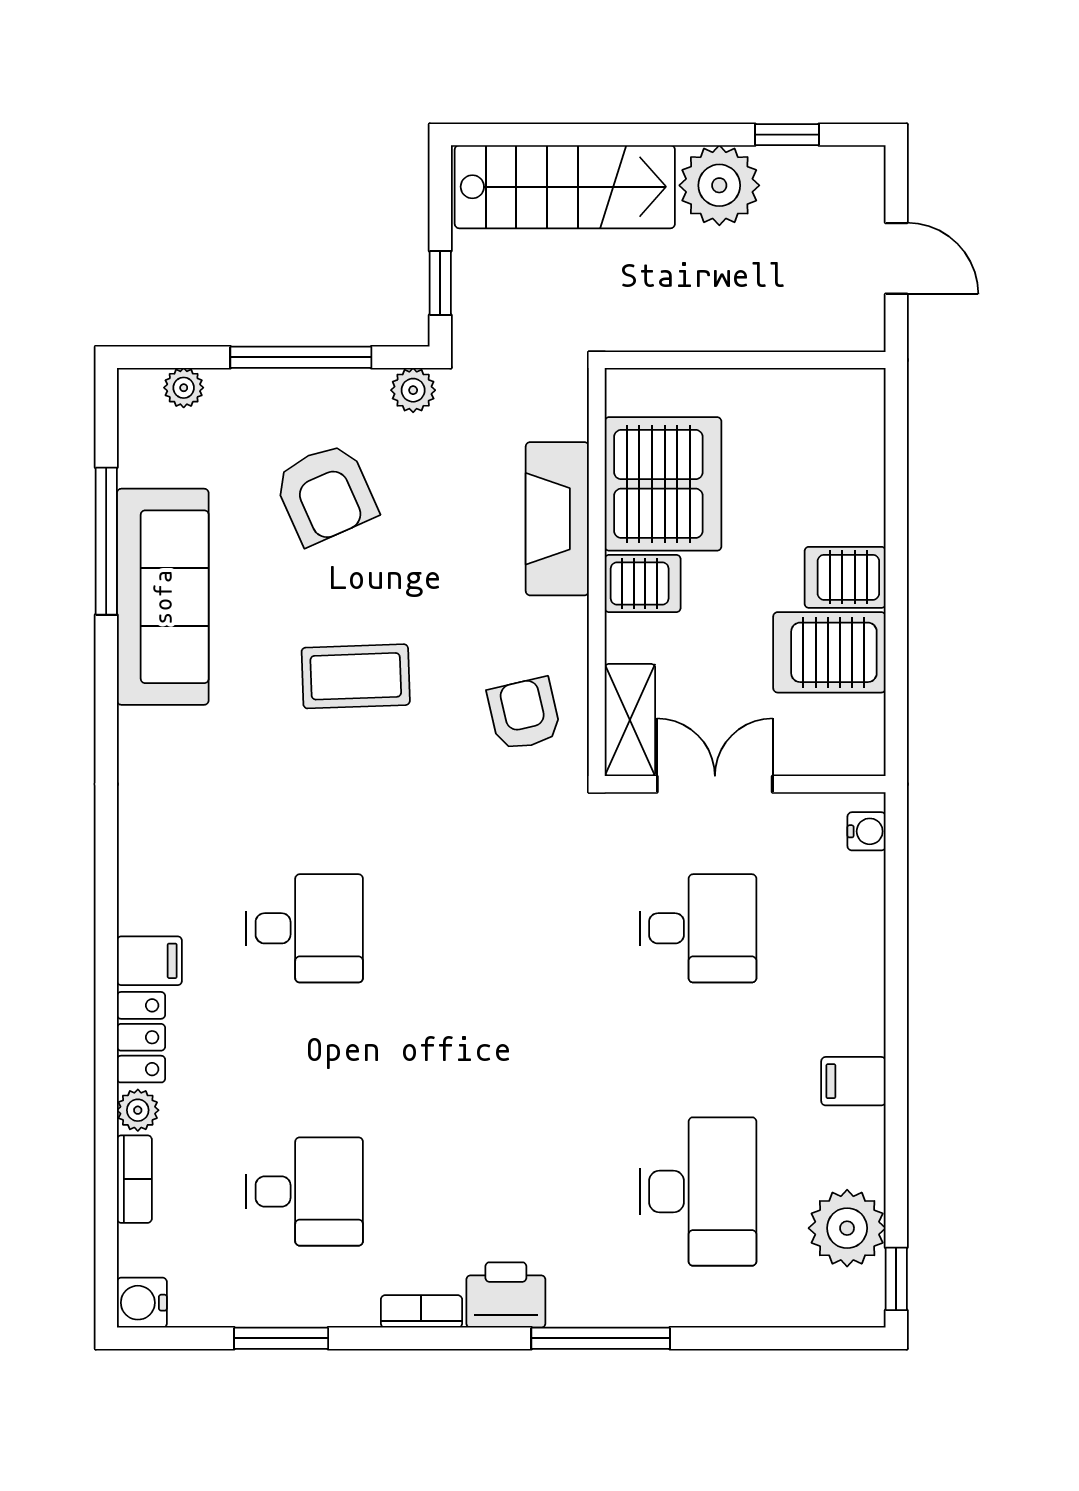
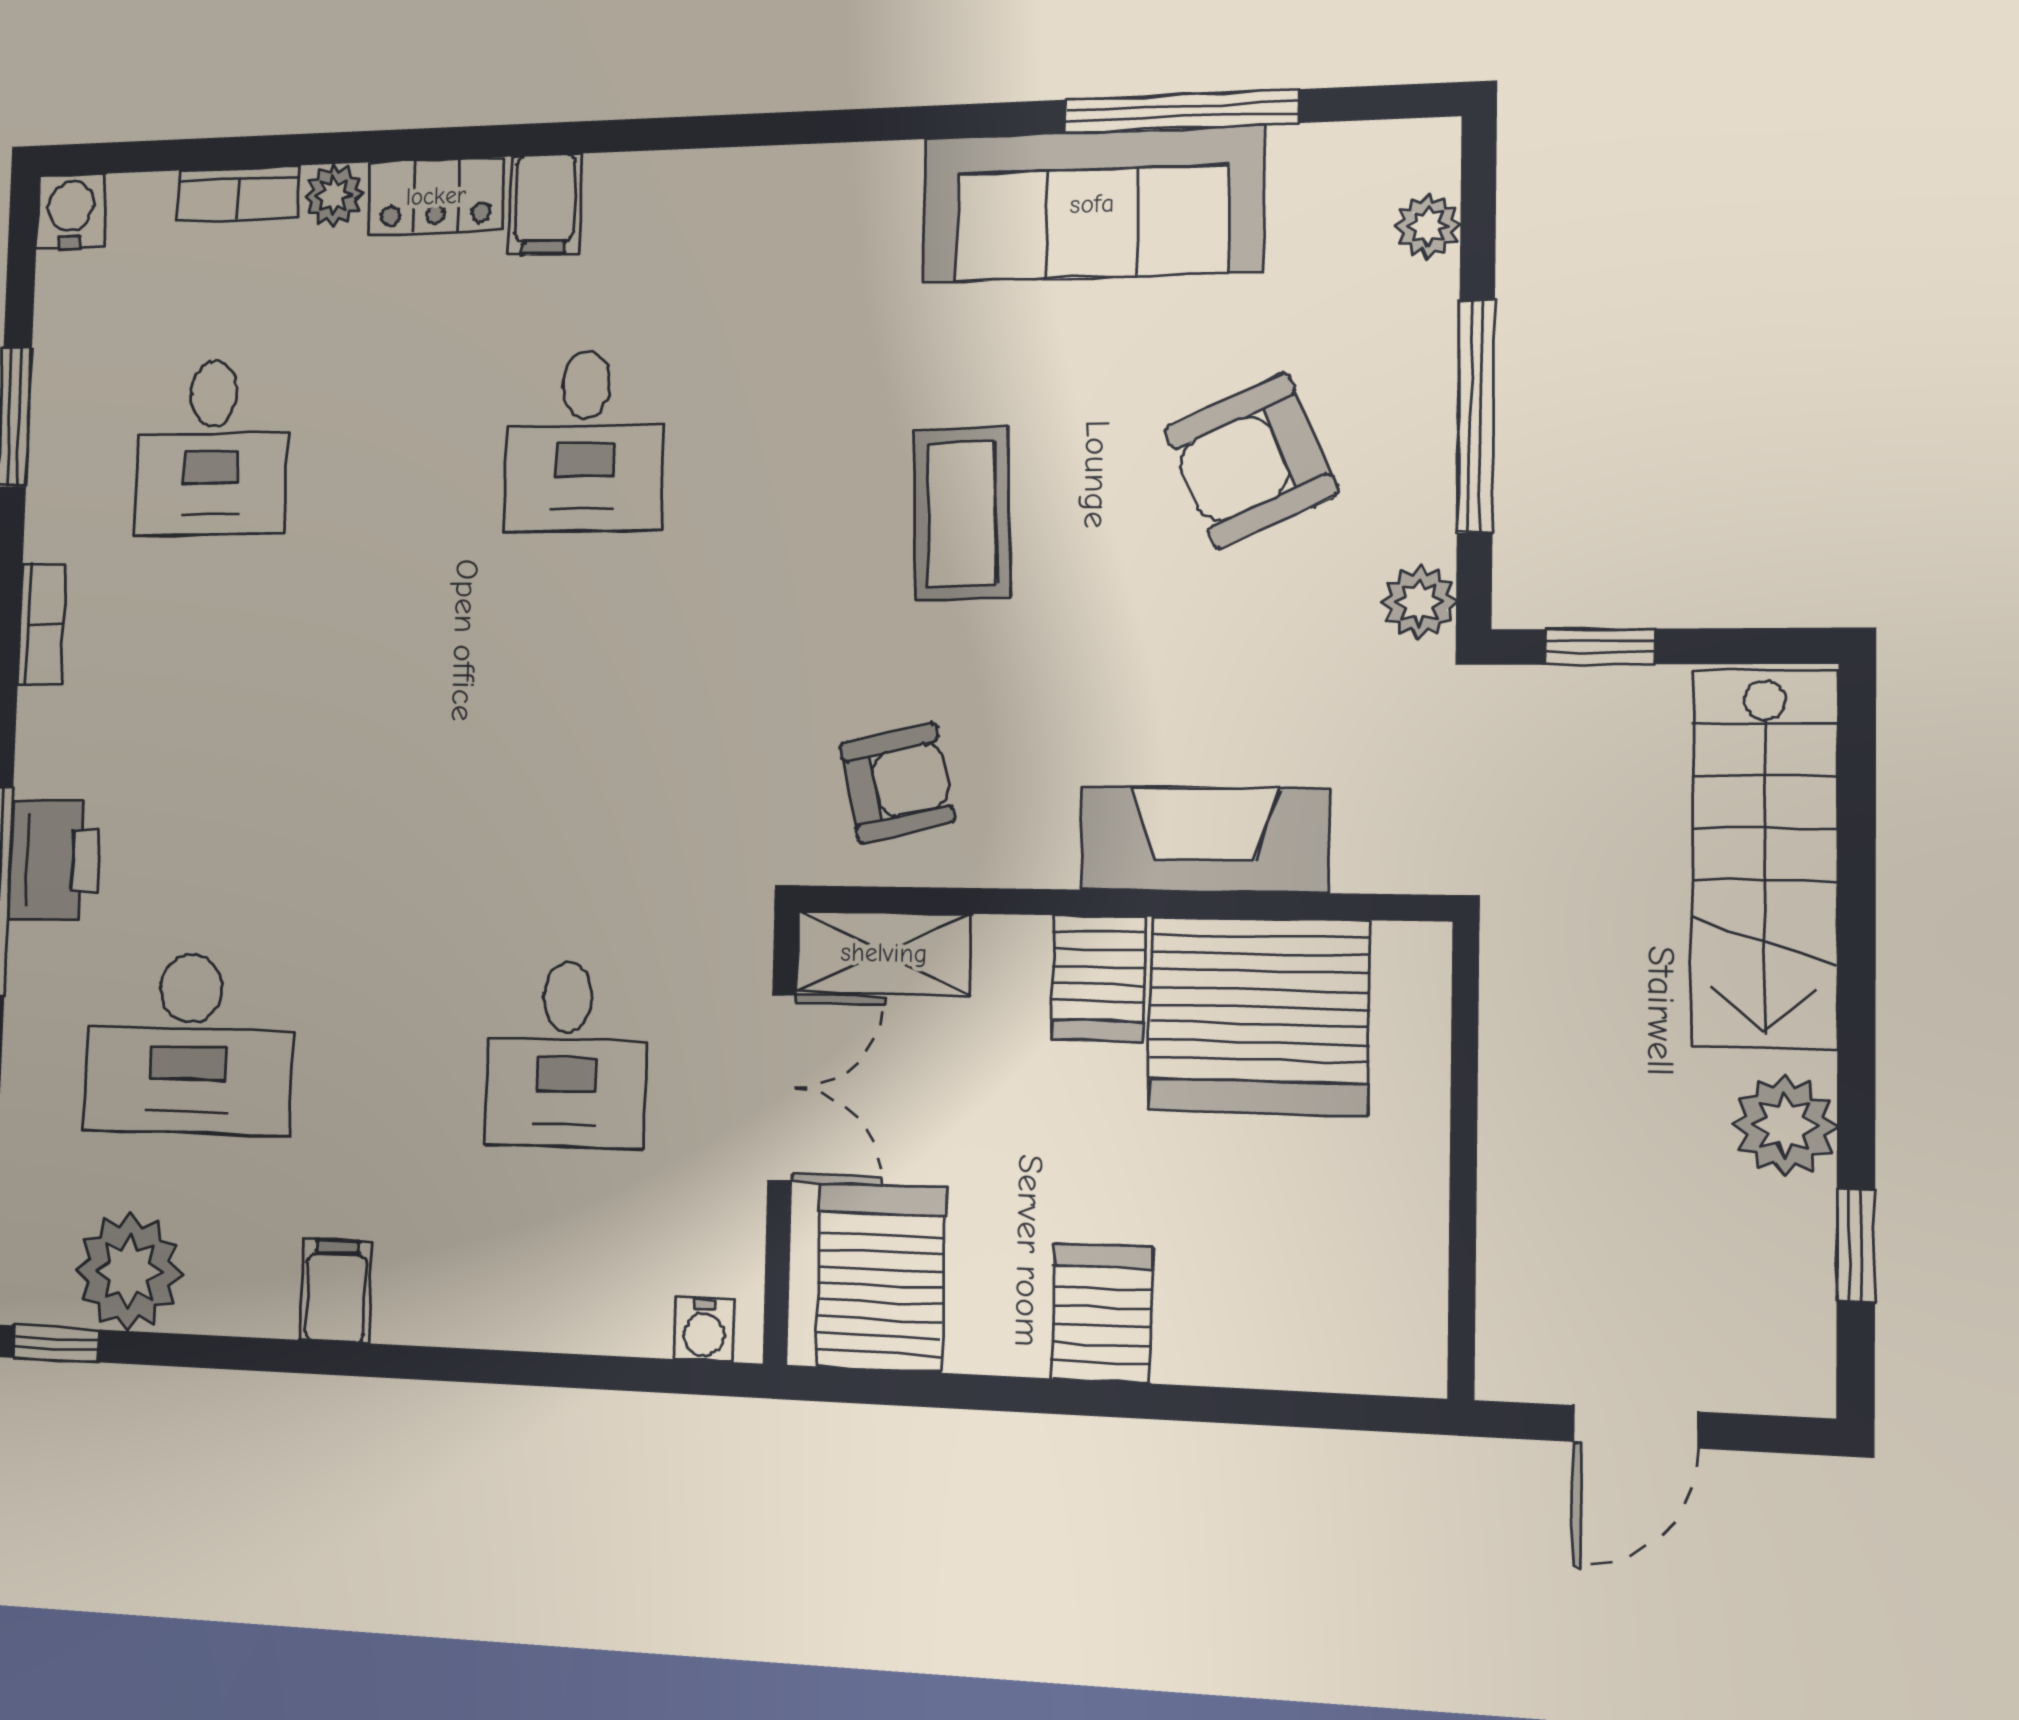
plant: (719, 185) -> (1785, 1125), width x0.73, depth x0.73
server rack: (829, 652) -> (881, 1277), moved
printer: (506, 1295) -> (54, 860), moved

